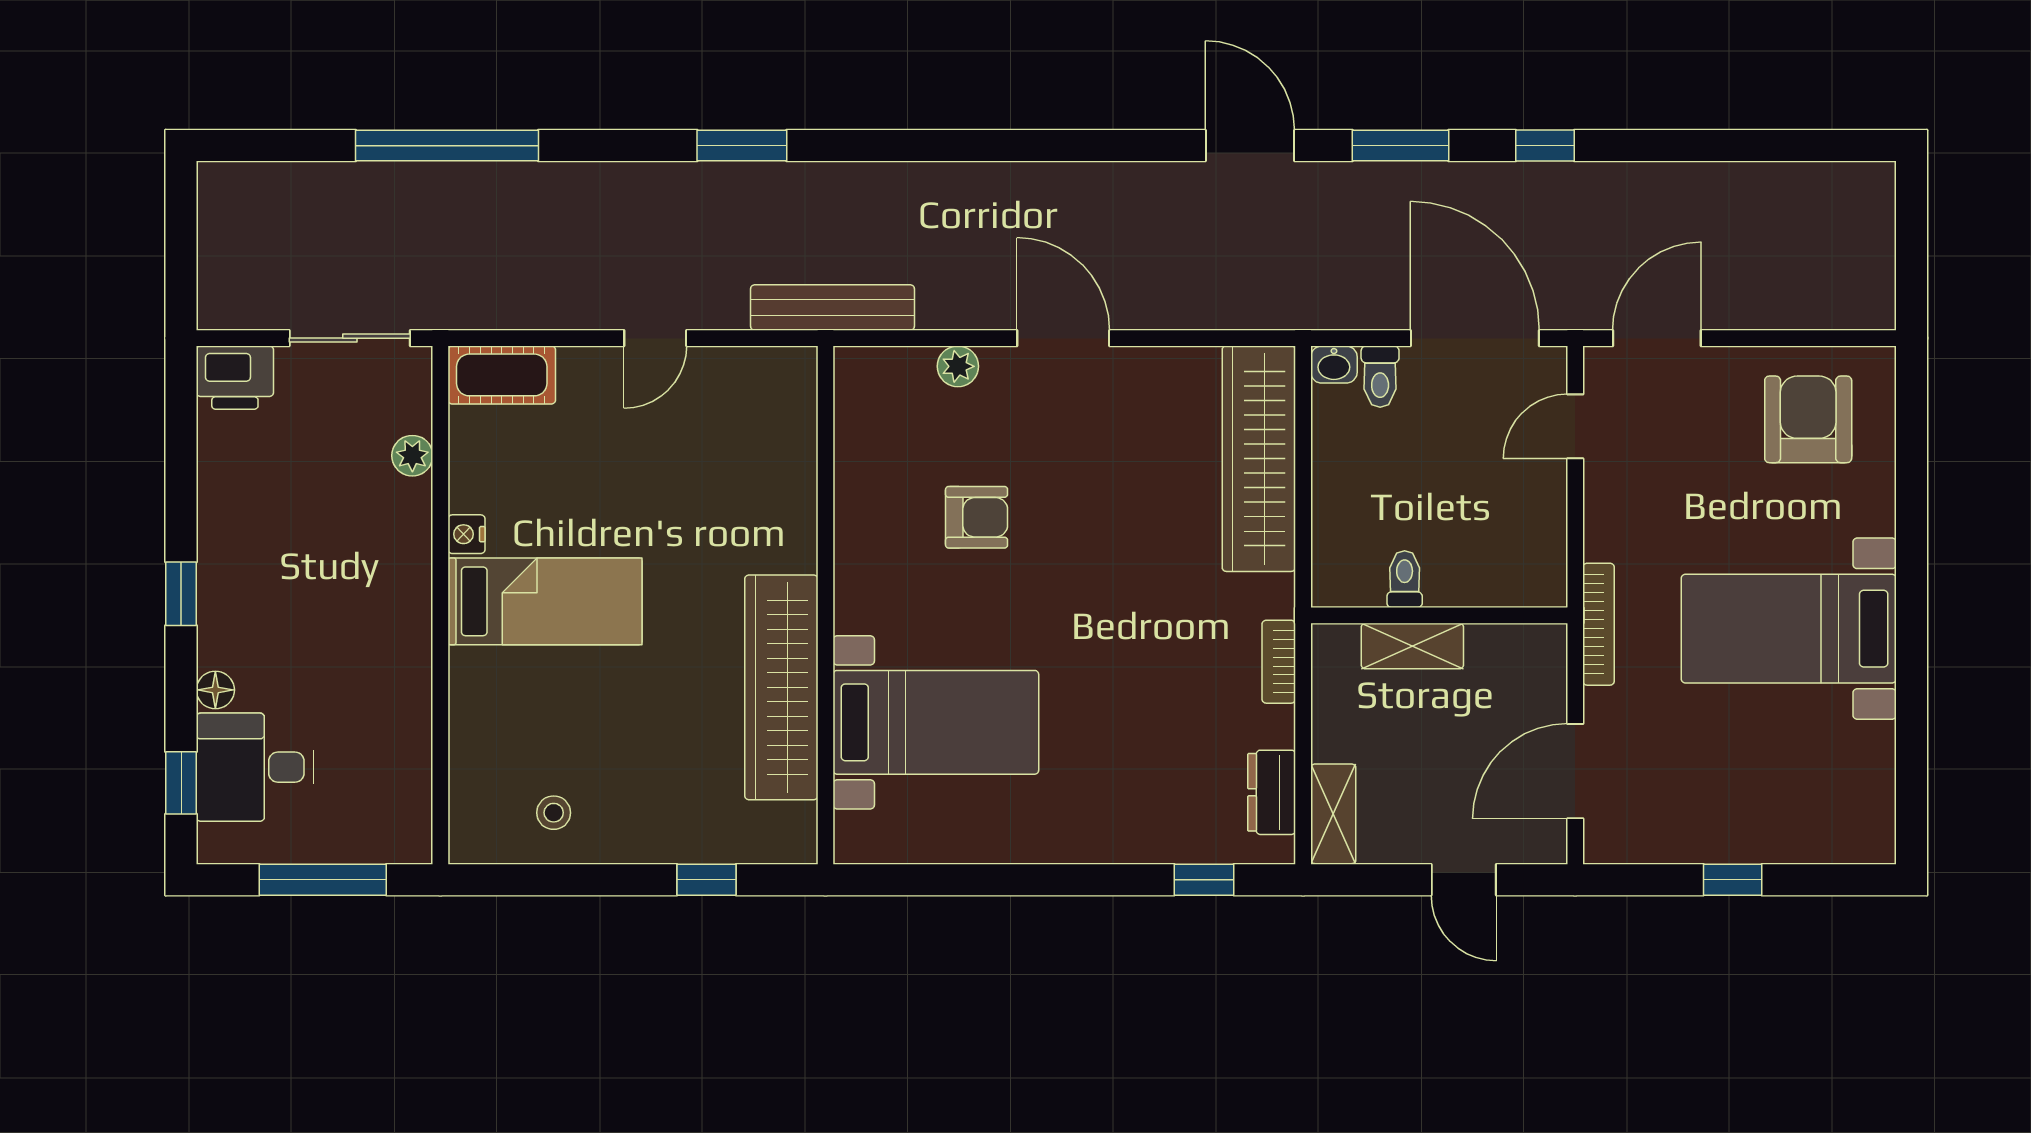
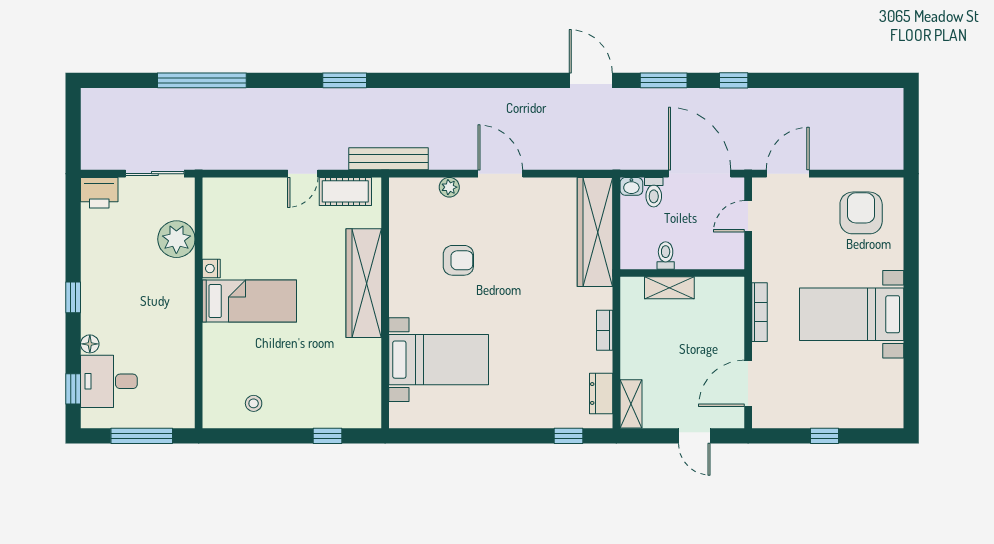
cot: (502, 375) -> (345, 191), moved
plant: (412, 456) -> (176, 239), width x1.88, depth x1.88
toilet: (1405, 579) -> (666, 255), moved
wall: (1439, 615) -> (682, 273), moved
shelving: (1412, 646) -> (669, 288), moved
wardrobe: (781, 687) -> (364, 283), moved

